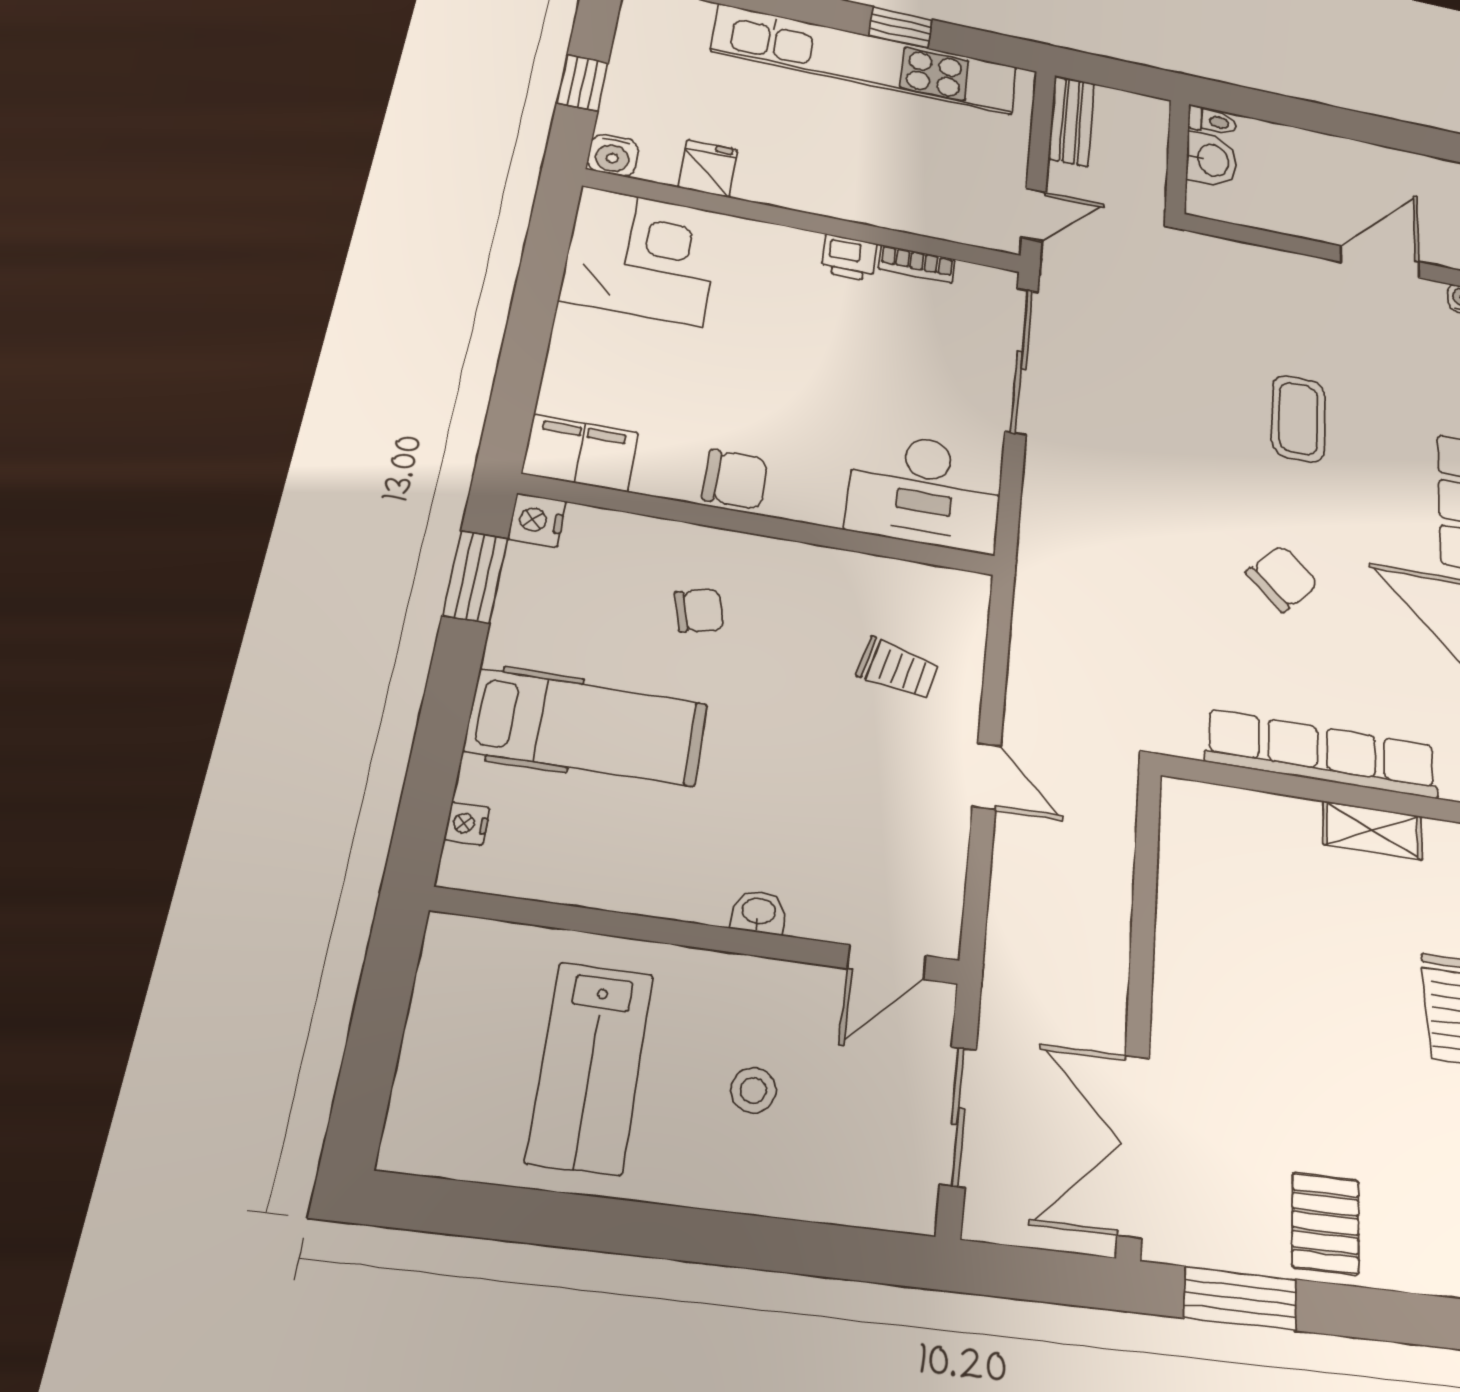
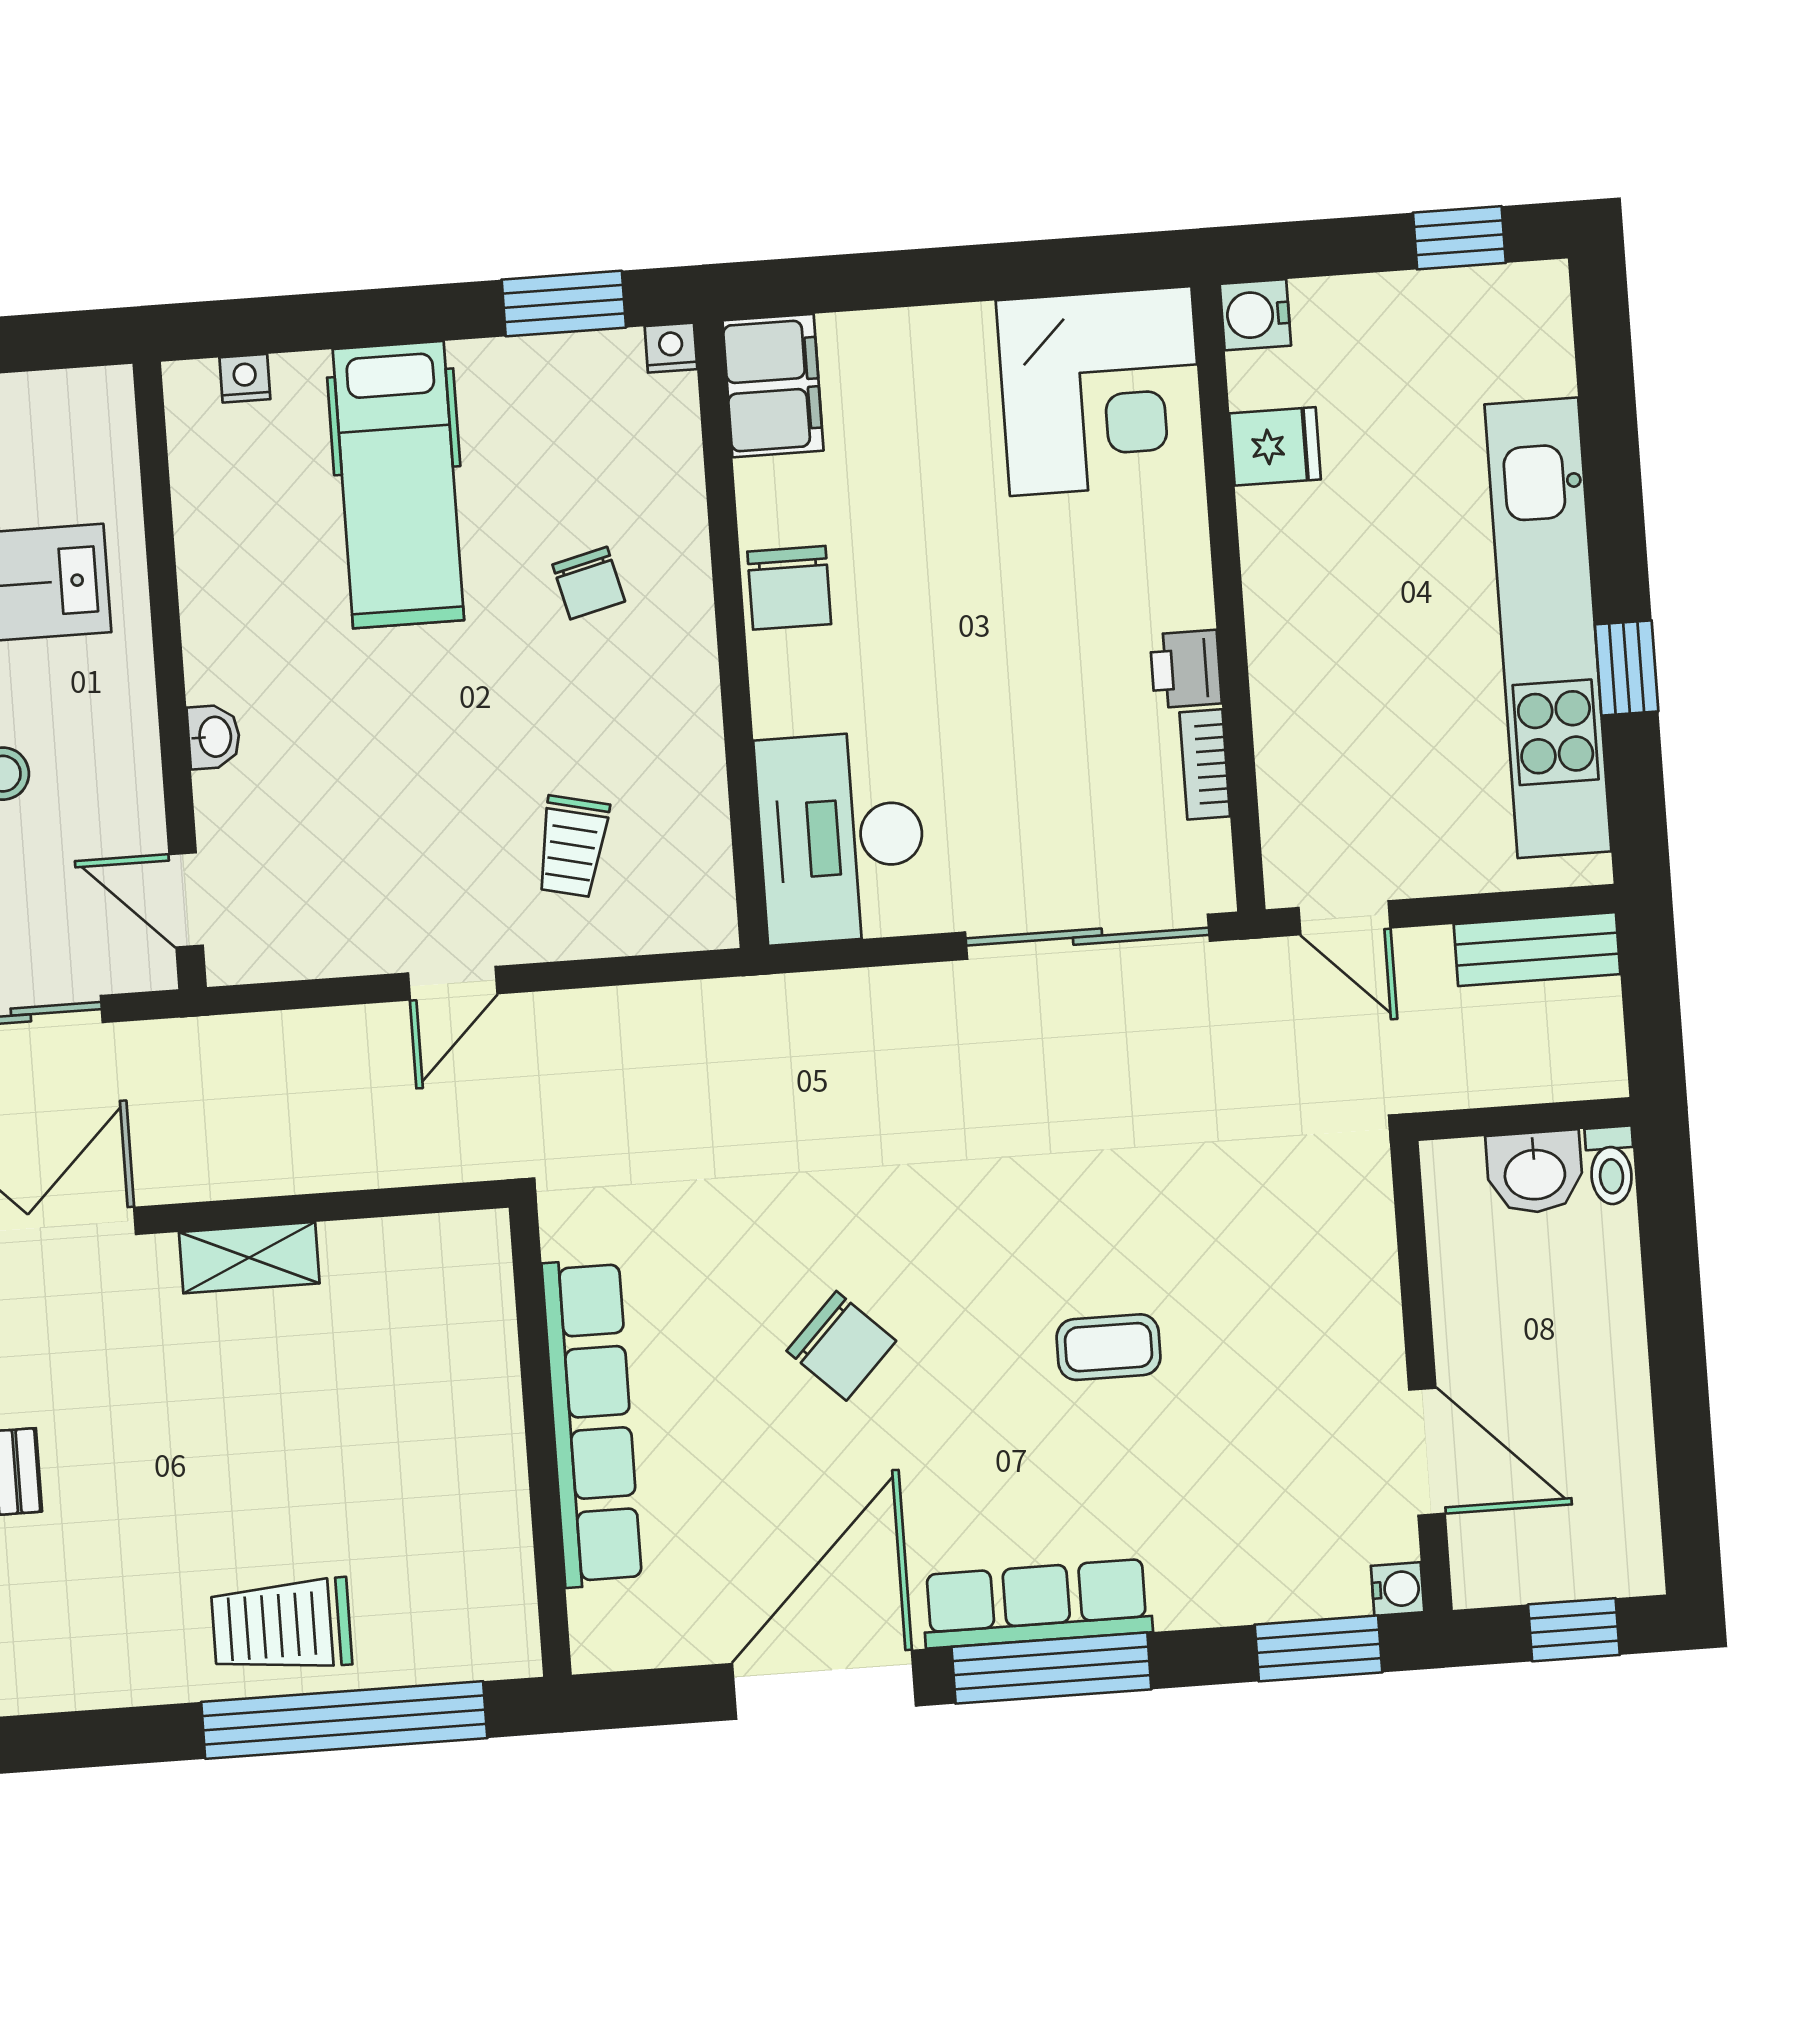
window: (583, 83) -> (1459, 238), moved
coffee table: (1298, 418) -> (1108, 1347), width x0.73, depth x0.77
nightstand: (537, 520) -> (671, 348), width x0.72, depth x0.74
shelving: (1372, 830) -> (249, 1258), moved, turned 90

